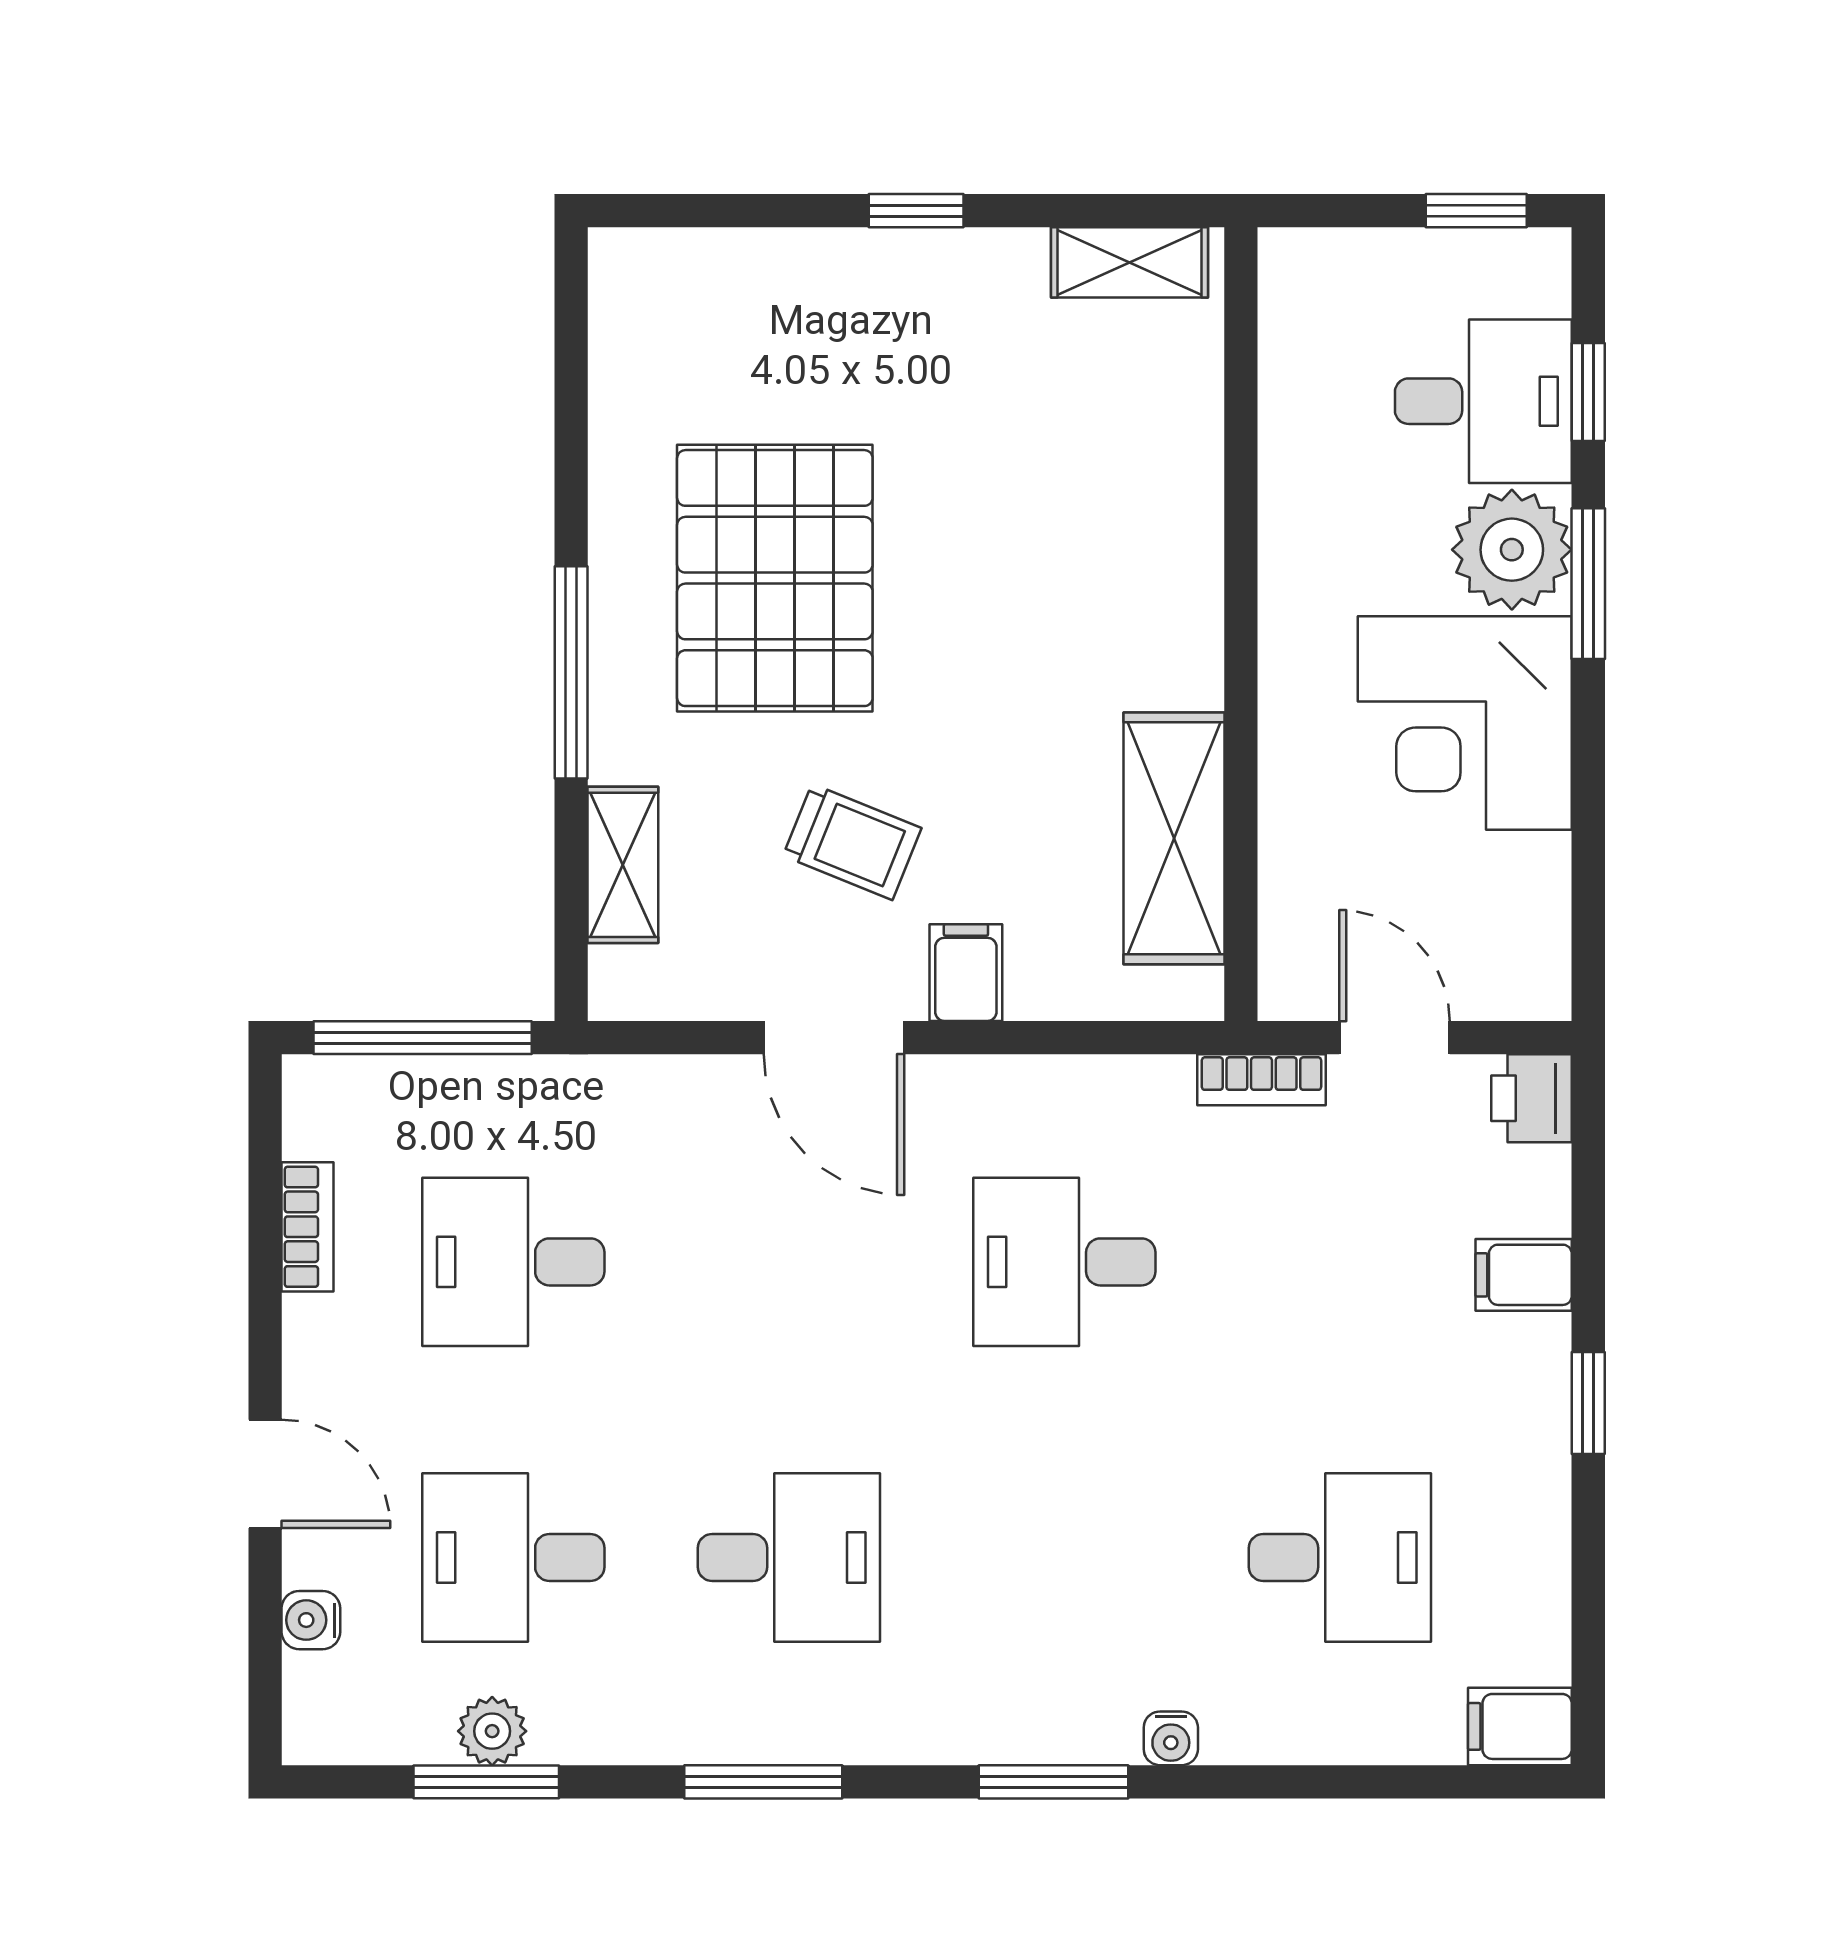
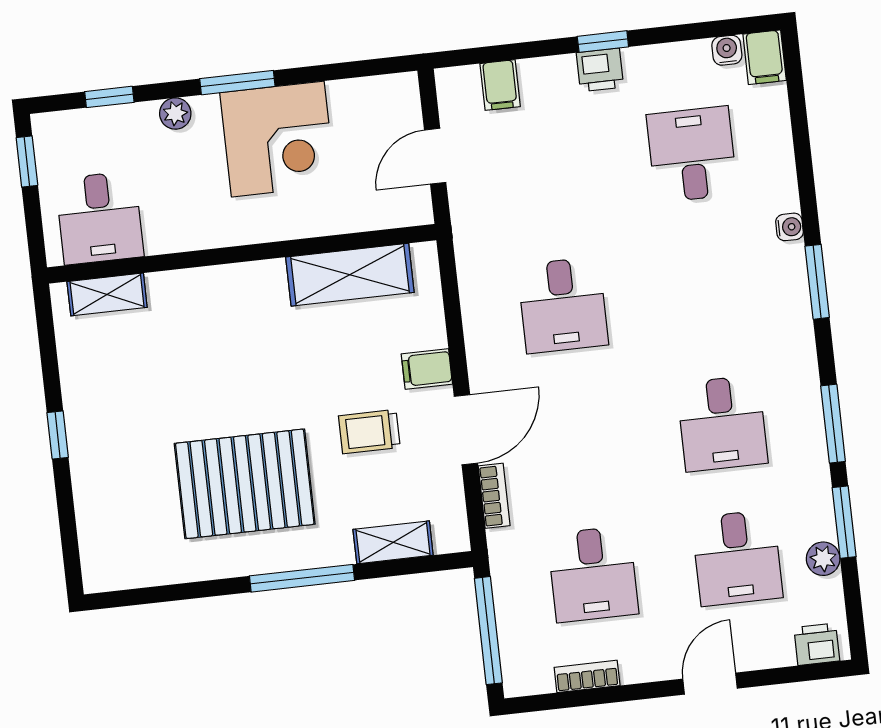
shelving: (1129, 262) -> (107, 294), moved, turned 90
desk: (1483, 401) -> (100, 218), moved, turned 180
plant: (1512, 550) -> (175, 113), width x0.53, depth x0.53
window: (1588, 584) -> (237, 83), moved
trolley: (852, 842) -> (369, 432), turned -112
bookcase: (1261, 1080) -> (494, 496), moved
printer: (1532, 1098) -> (600, 70), moved
filing cabinet: (1524, 1275) -> (500, 85), moved
desk: (789, 1557) -> (722, 423), turned 180
water cooler: (311, 1620) -> (727, 50), moved, turned 180
printer: (321, 1699) -> (817, 644), added
window: (486, 1782) -> (844, 522), moved

